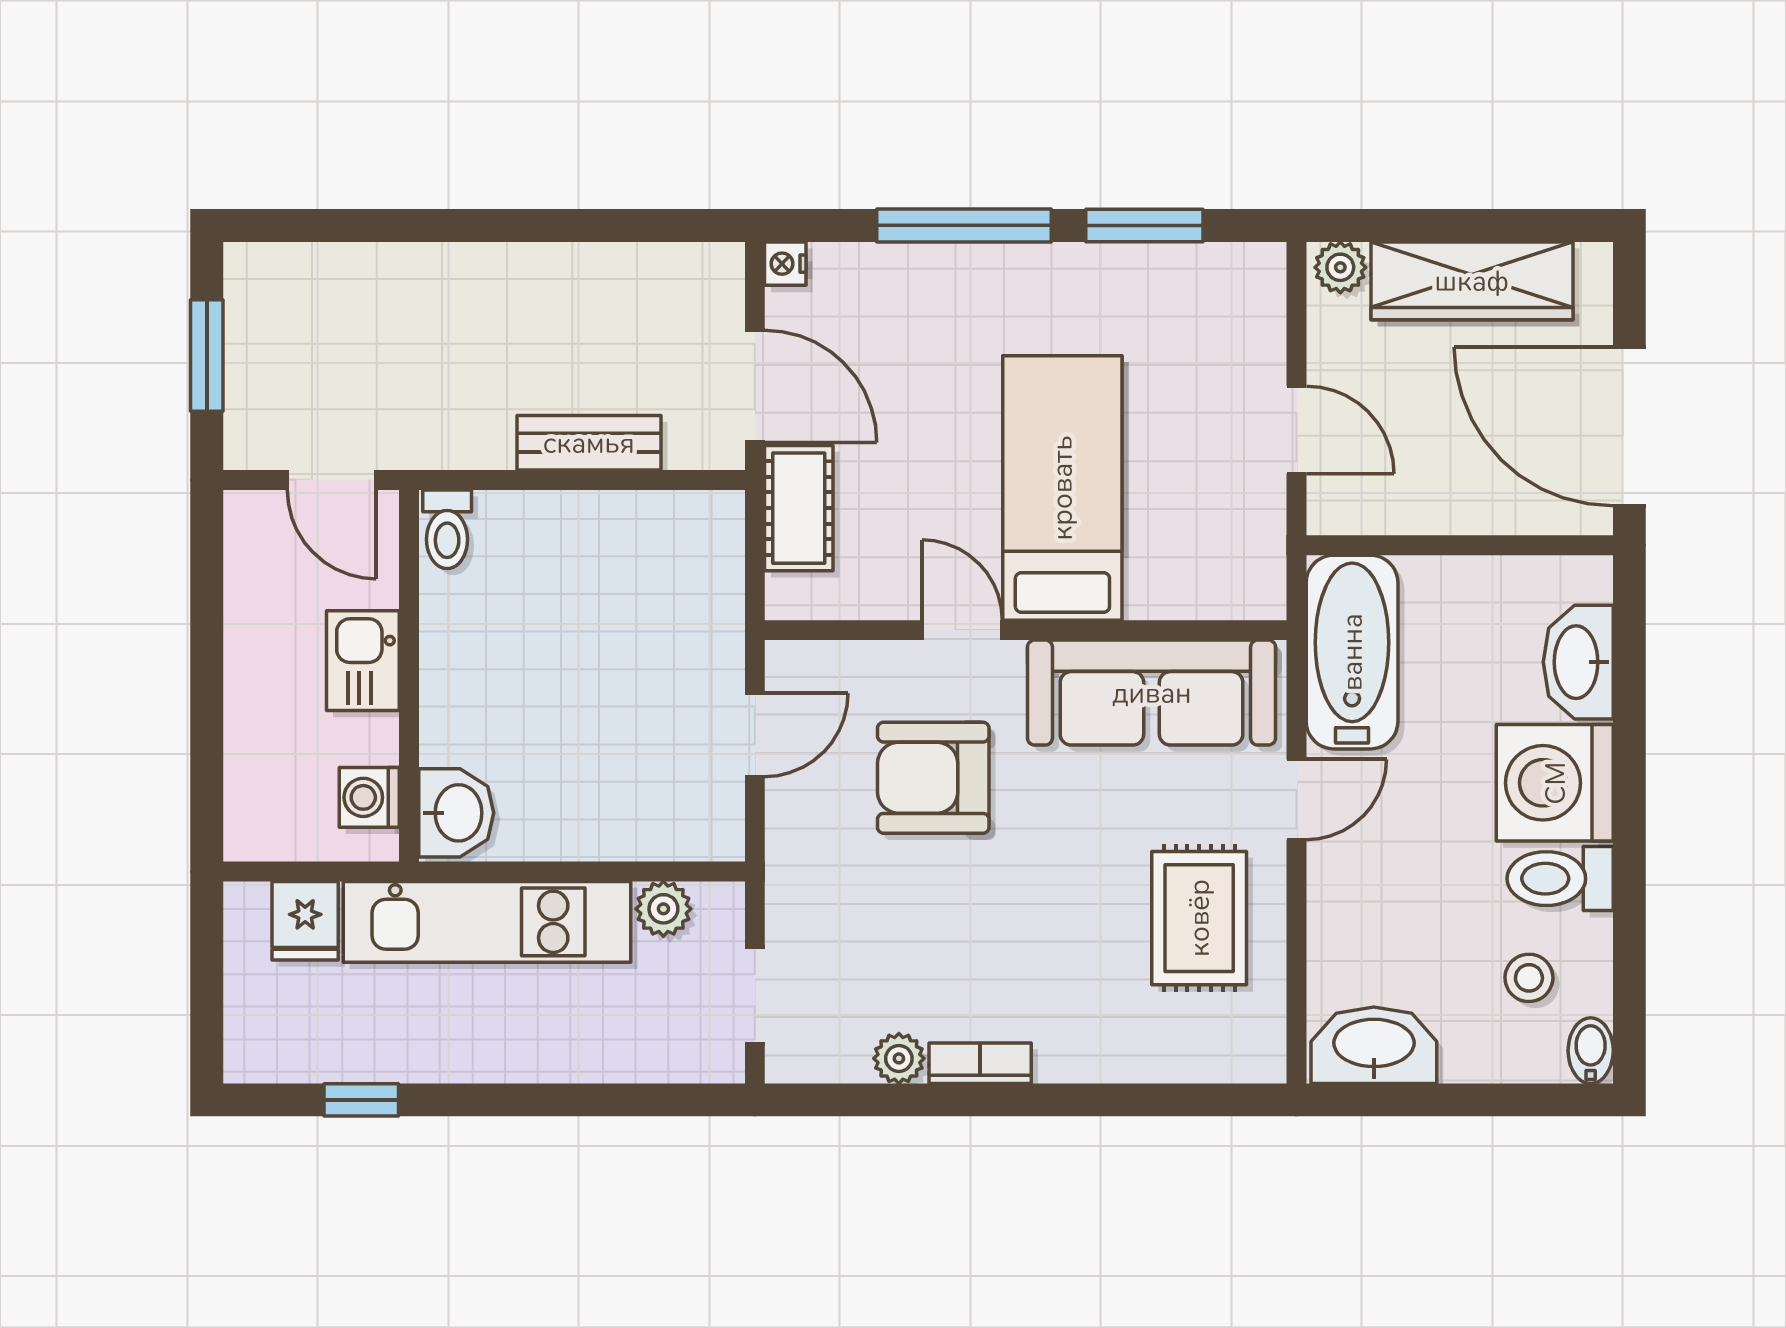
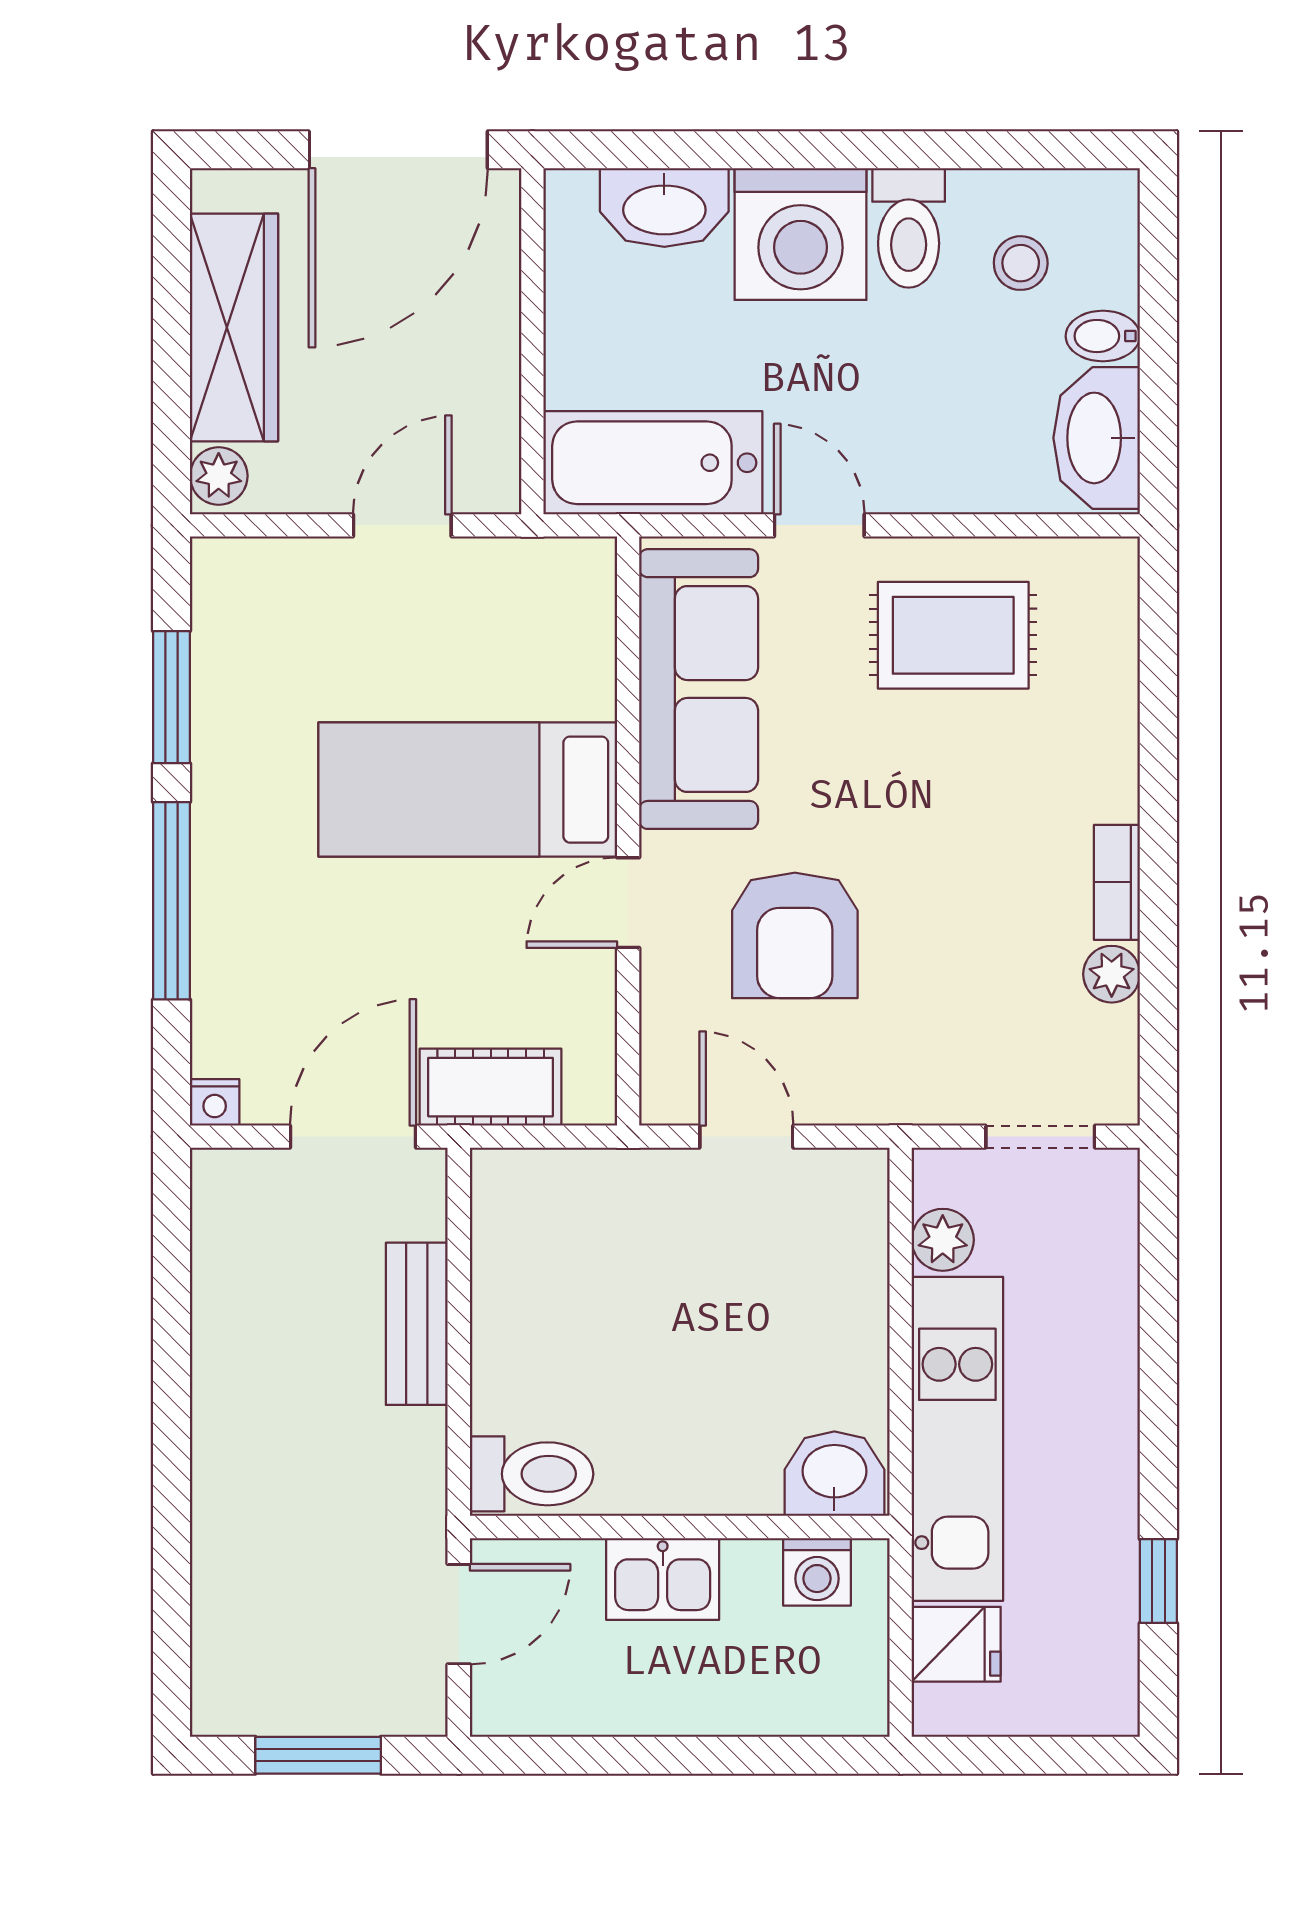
toilet: (447, 529) -> (532, 1474), width x1.37, depth x1.39
bidet: (1591, 1051) -> (1103, 336), moved

